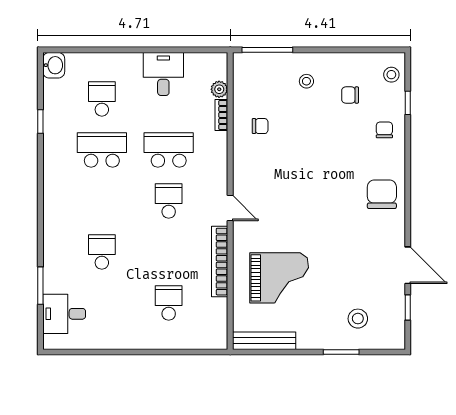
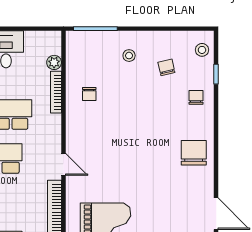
chair: (350, 95) -> (166, 67), turned 77
bookcase: (221, 115) -> (56, 92), width x1.56
chair: (260, 126) -> (89, 94), turned 90

